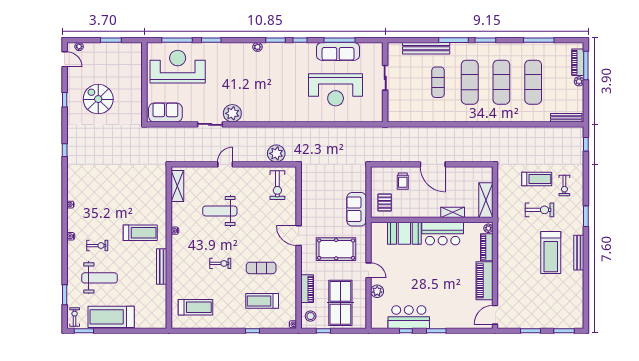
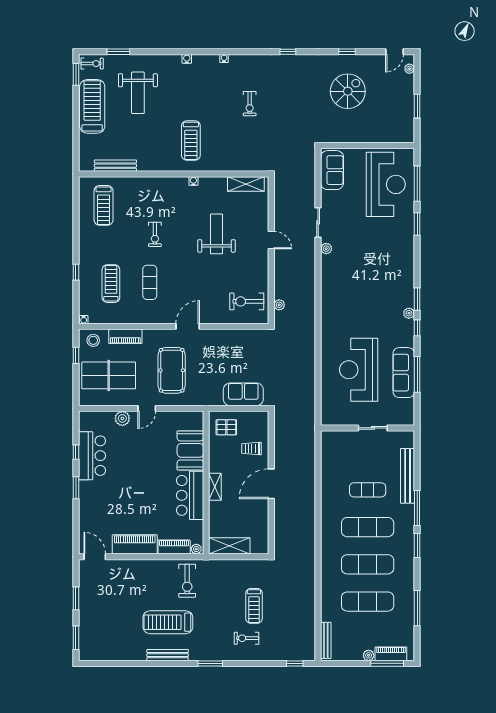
plant: (257, 47) -> (409, 313), moved
plant: (232, 113) -> (326, 249), width x0.53, depth x0.53
plant: (276, 153) -> (279, 305), width x0.53, depth x0.53
sofa: (357, 209) -> (243, 394), moved
exercise bike: (539, 210) -> (187, 581), moved
shelving: (453, 212) -> (215, 487), moved
exercise bike: (97, 246) -> (250, 104), moved
bench: (162, 267) -> (115, 166), moved

